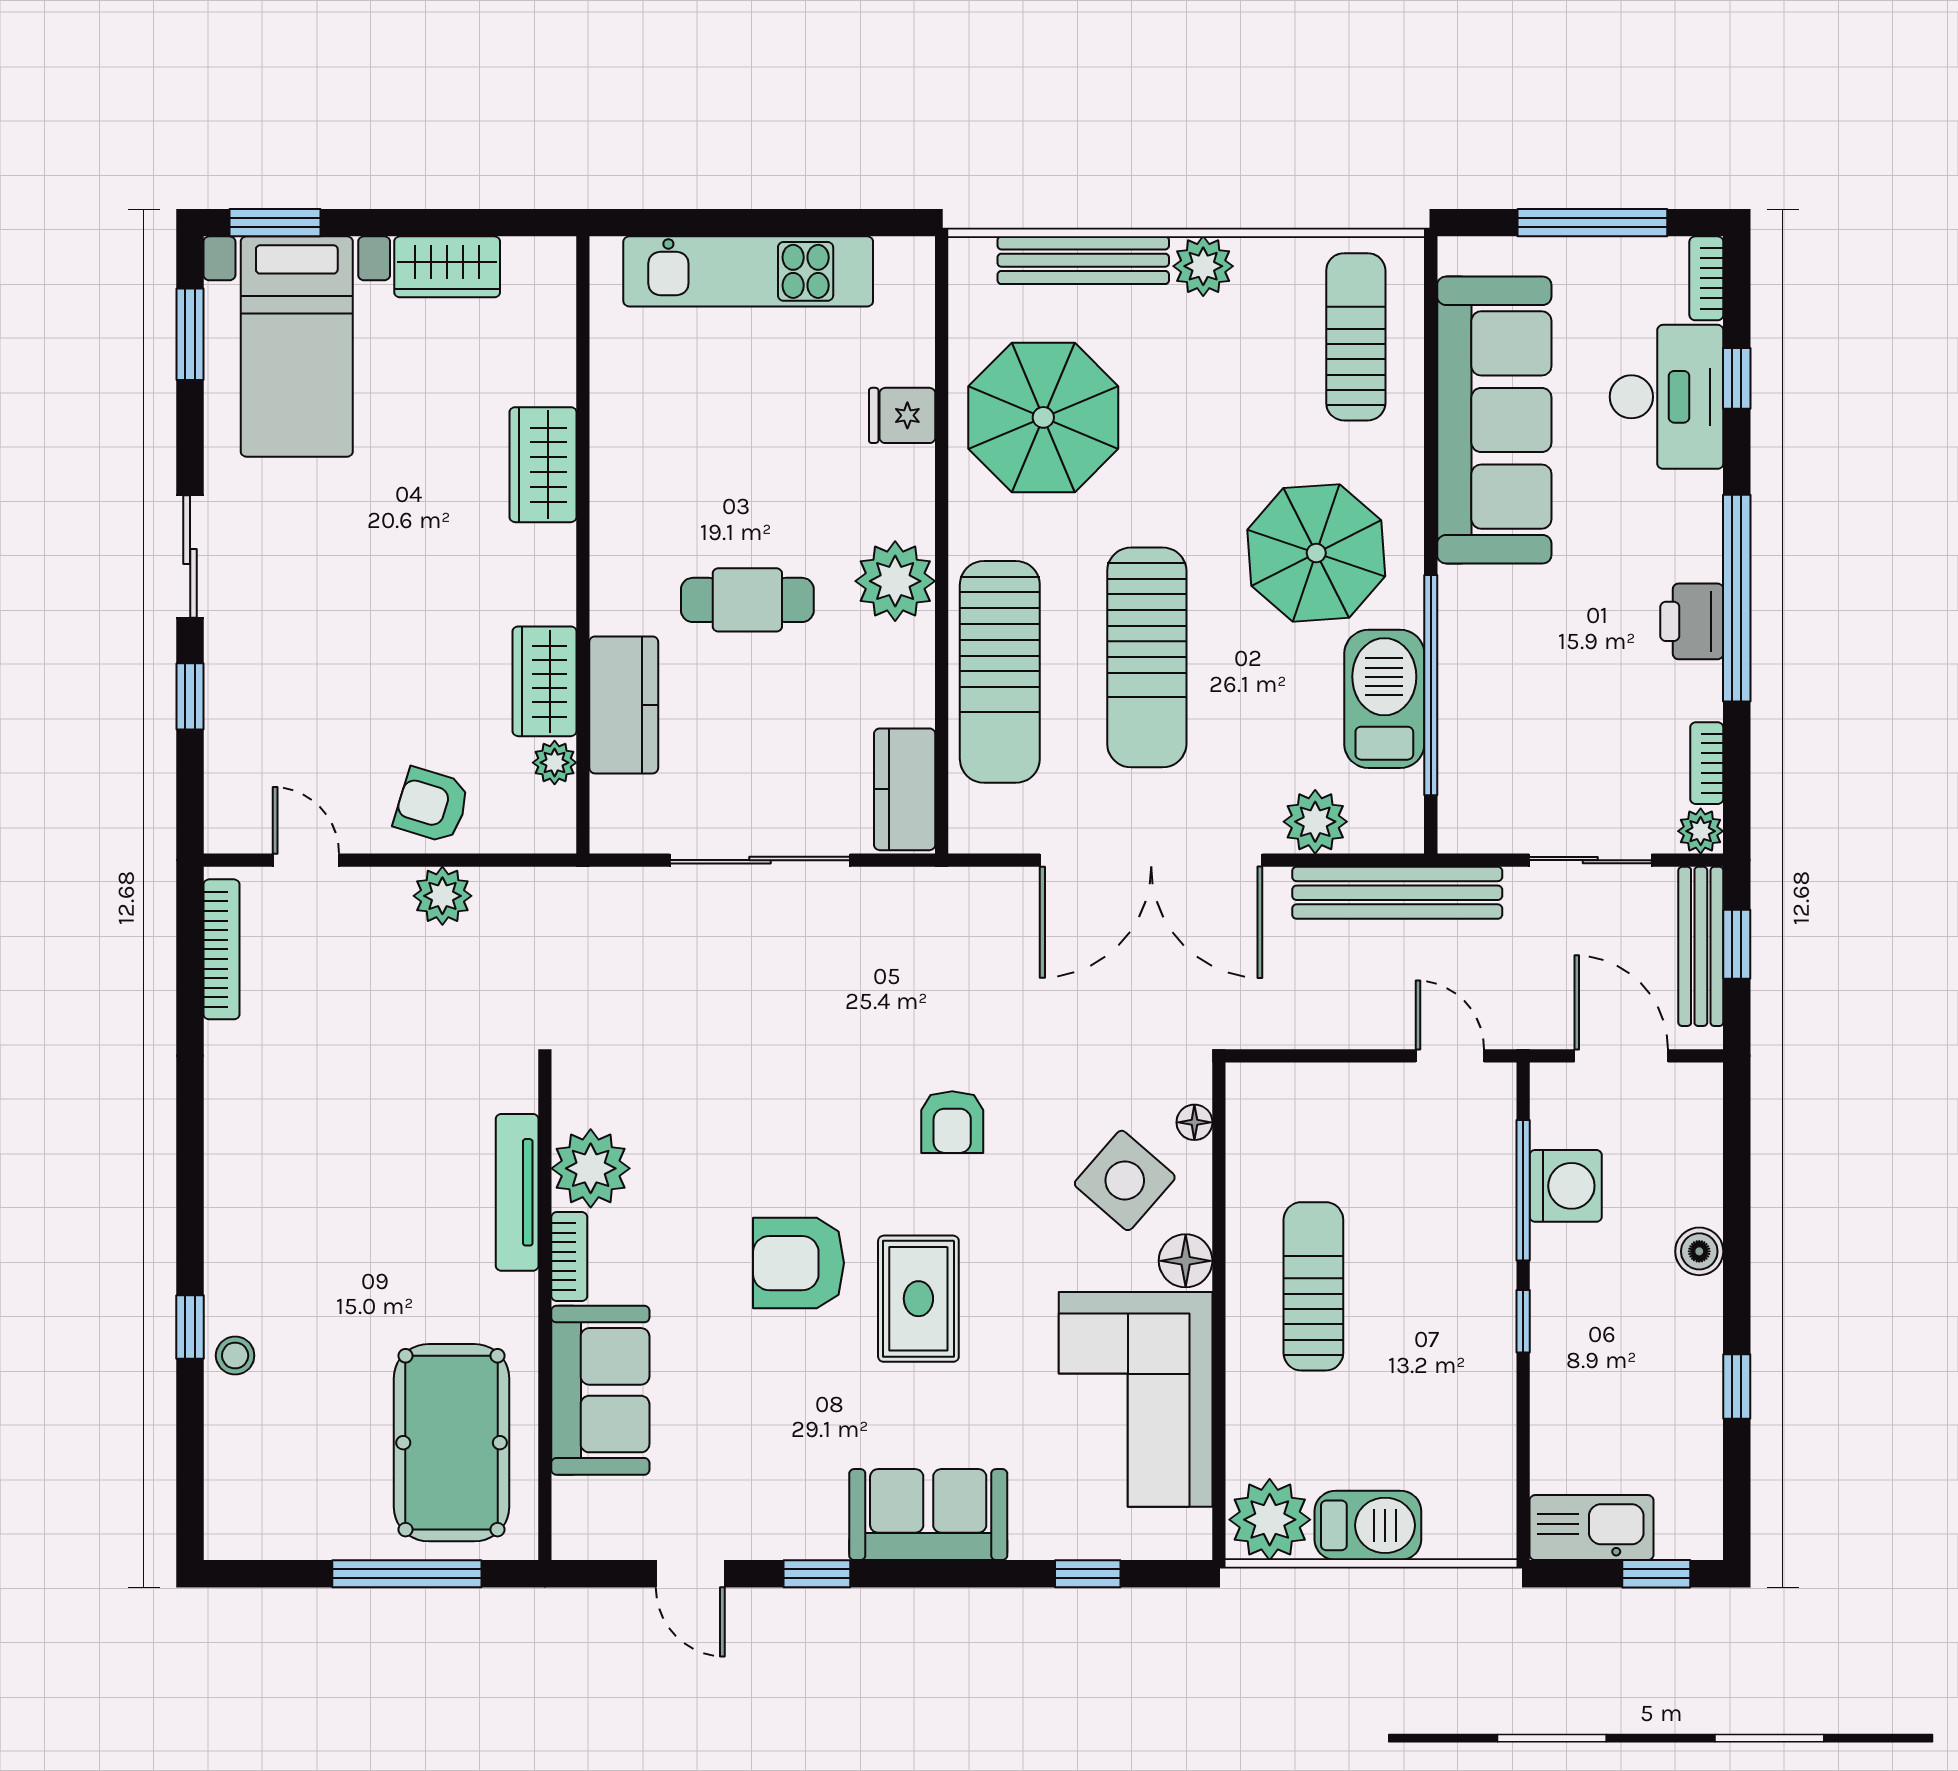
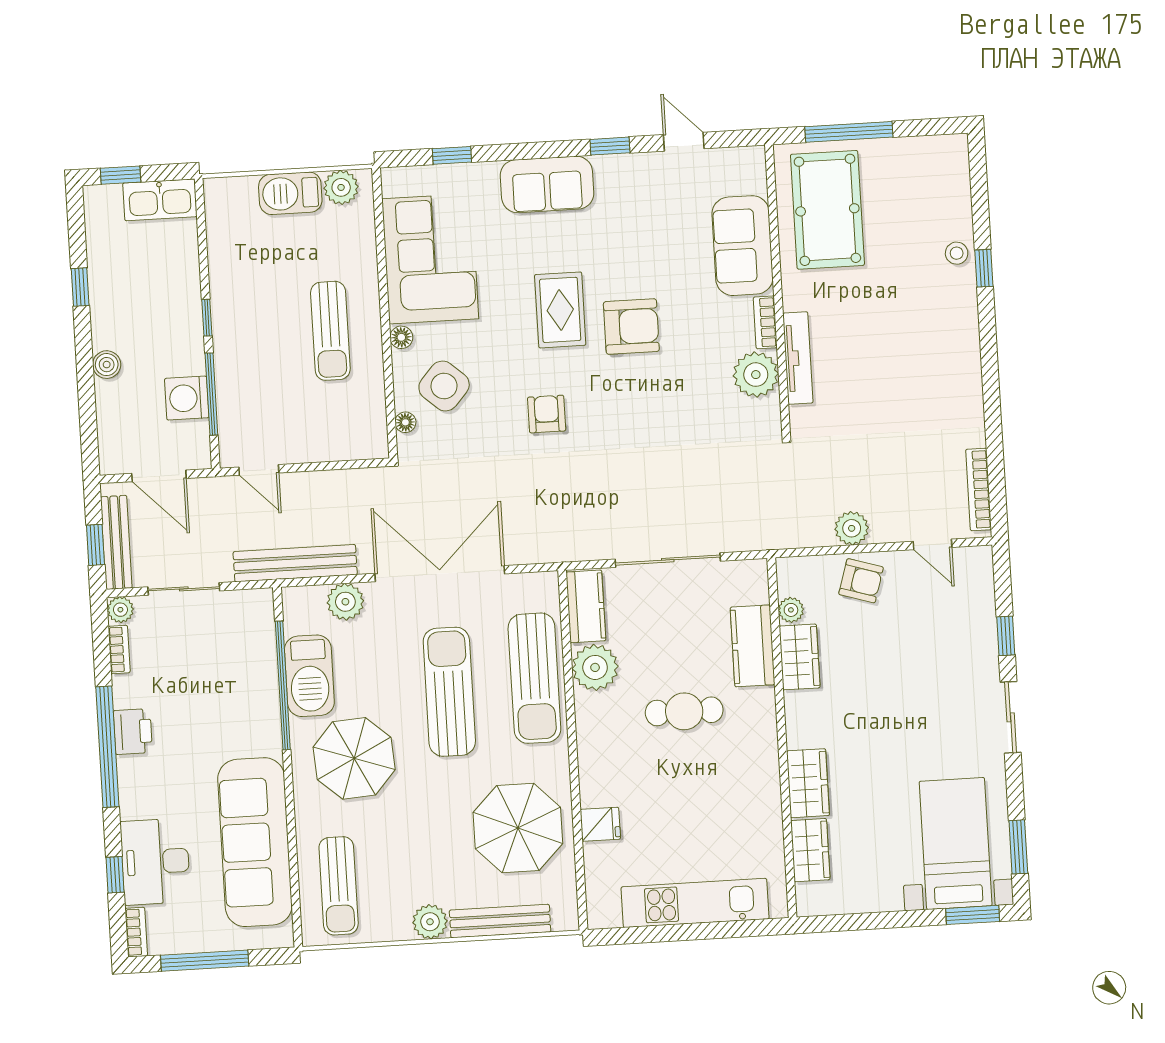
wardrobe: (447, 267) -> (810, 850), moved, turned 90
plant: (895, 581) -> (595, 667), moved
sun lounger: (1000, 672) -> (534, 678), turned 180
floor lamp: (1186, 1261) -> (401, 337), width x0.73, depth x0.73
plant: (1270, 1520) -> (341, 187), width x0.73, depth x0.73

